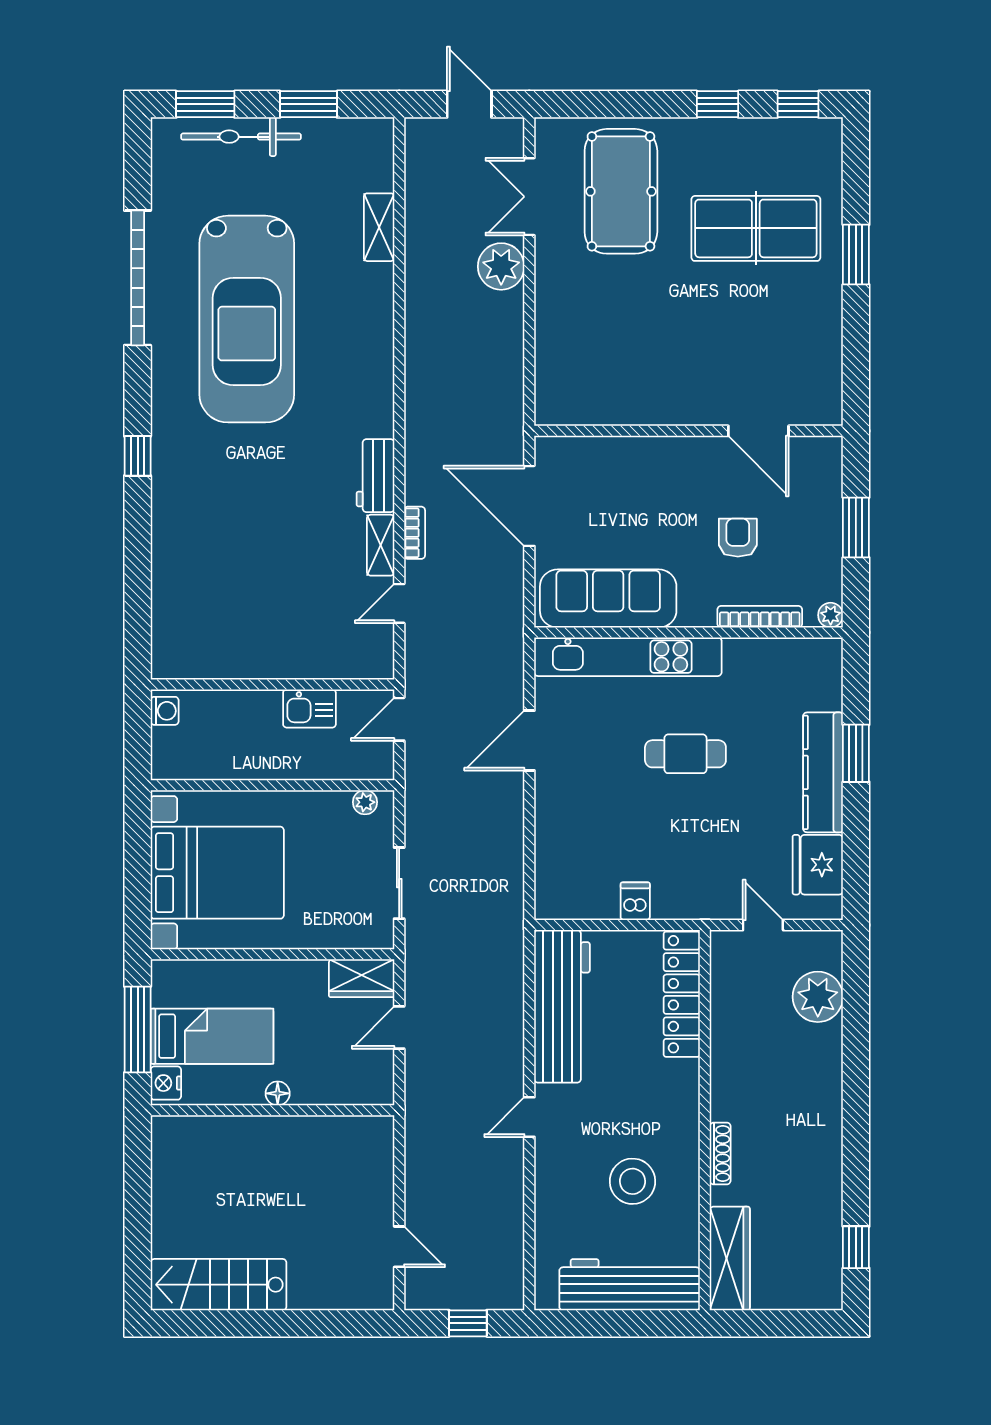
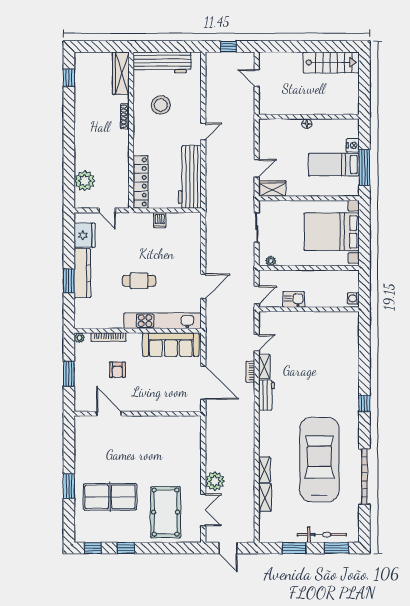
shelving: (380, 295) -> (264, 470), added
floor lamp: (278, 1093) -> (307, 124), moved
wall: (272, 1110) -> (309, 117), moved

